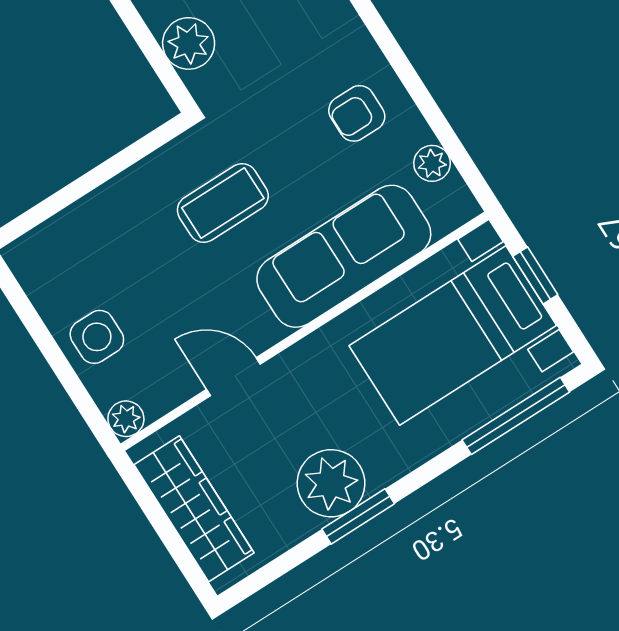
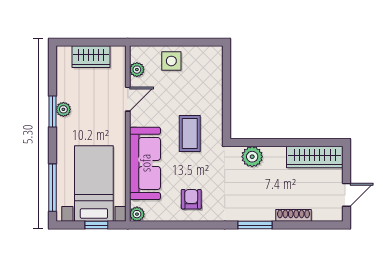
plant: (432, 163) -> (137, 214), moved
plant: (126, 419) -> (137, 70), moved
plant: (331, 483) -> (63, 109), width x0.53, depth x0.53
wardrobe: (194, 509) -> (91, 57), width x0.67

